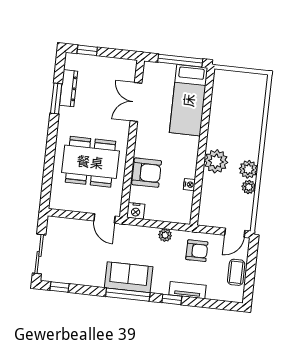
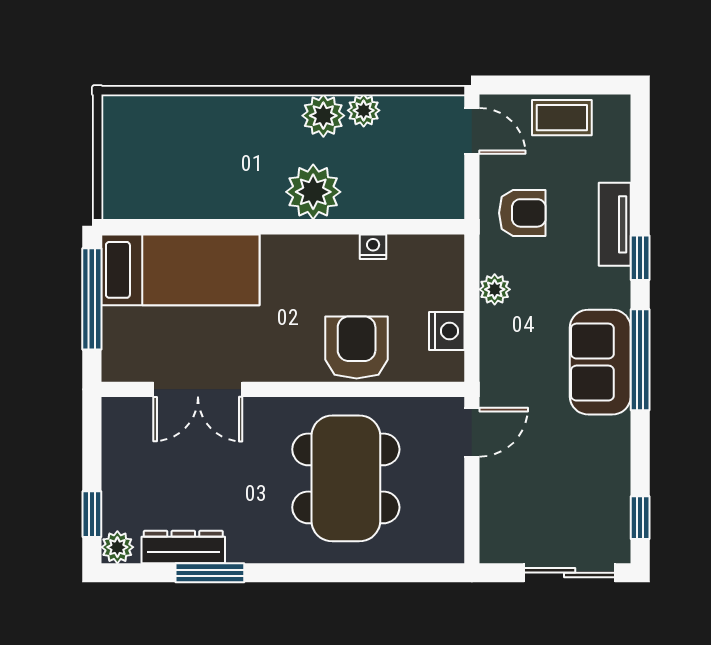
plant: (72, 60) -> (117, 547), added
nightstand: (136, 211) -> (447, 331), moved
armchair: (197, 251) -> (522, 213), turned 90

